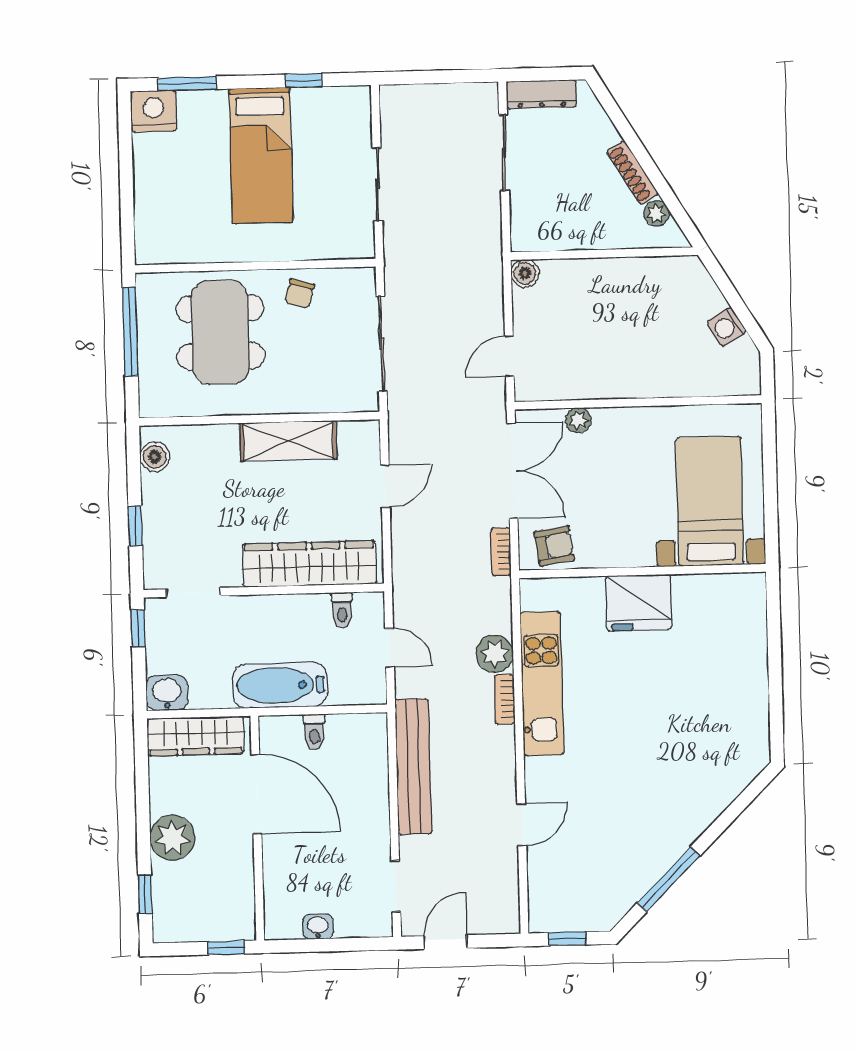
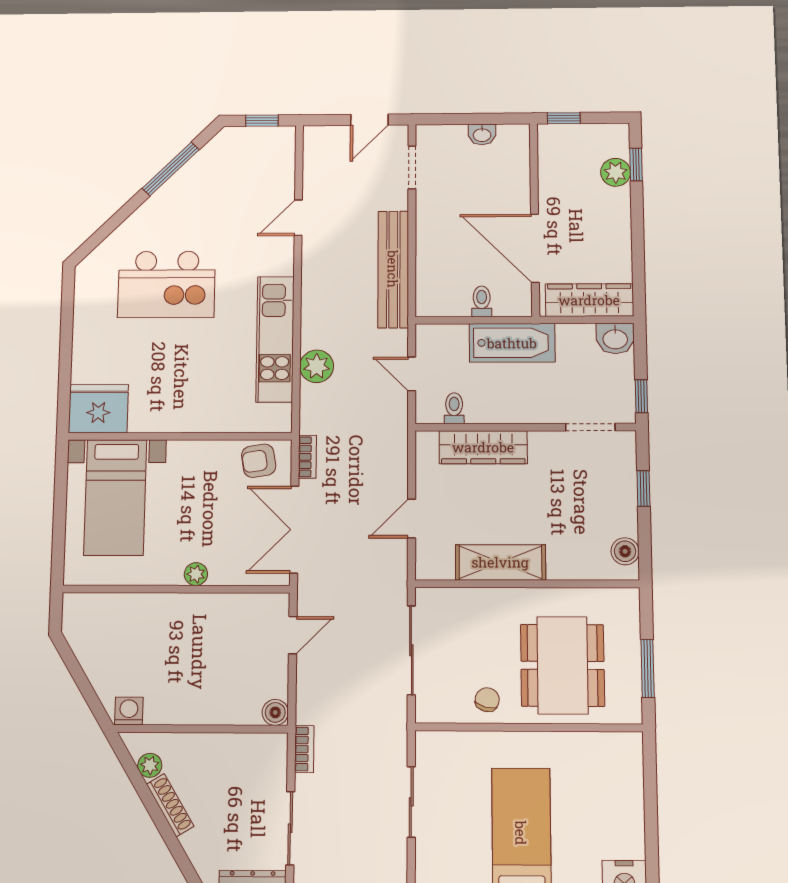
washing machine: (727, 327) -> (129, 711), moved, turned -59
window: (130, 332) -> (648, 668), width x0.69
plant: (578, 420) -> (196, 574), moved
wardrobe: (309, 564) -> (483, 447), width x0.71, depth x0.85
fridge: (639, 603) -> (98, 409), moved
bookcase: (505, 699) -> (304, 749), moved
kitchen island: (666, 744) -> (167, 284), added
plant: (172, 838) -> (616, 172), moved, width x0.73, depth x0.73

